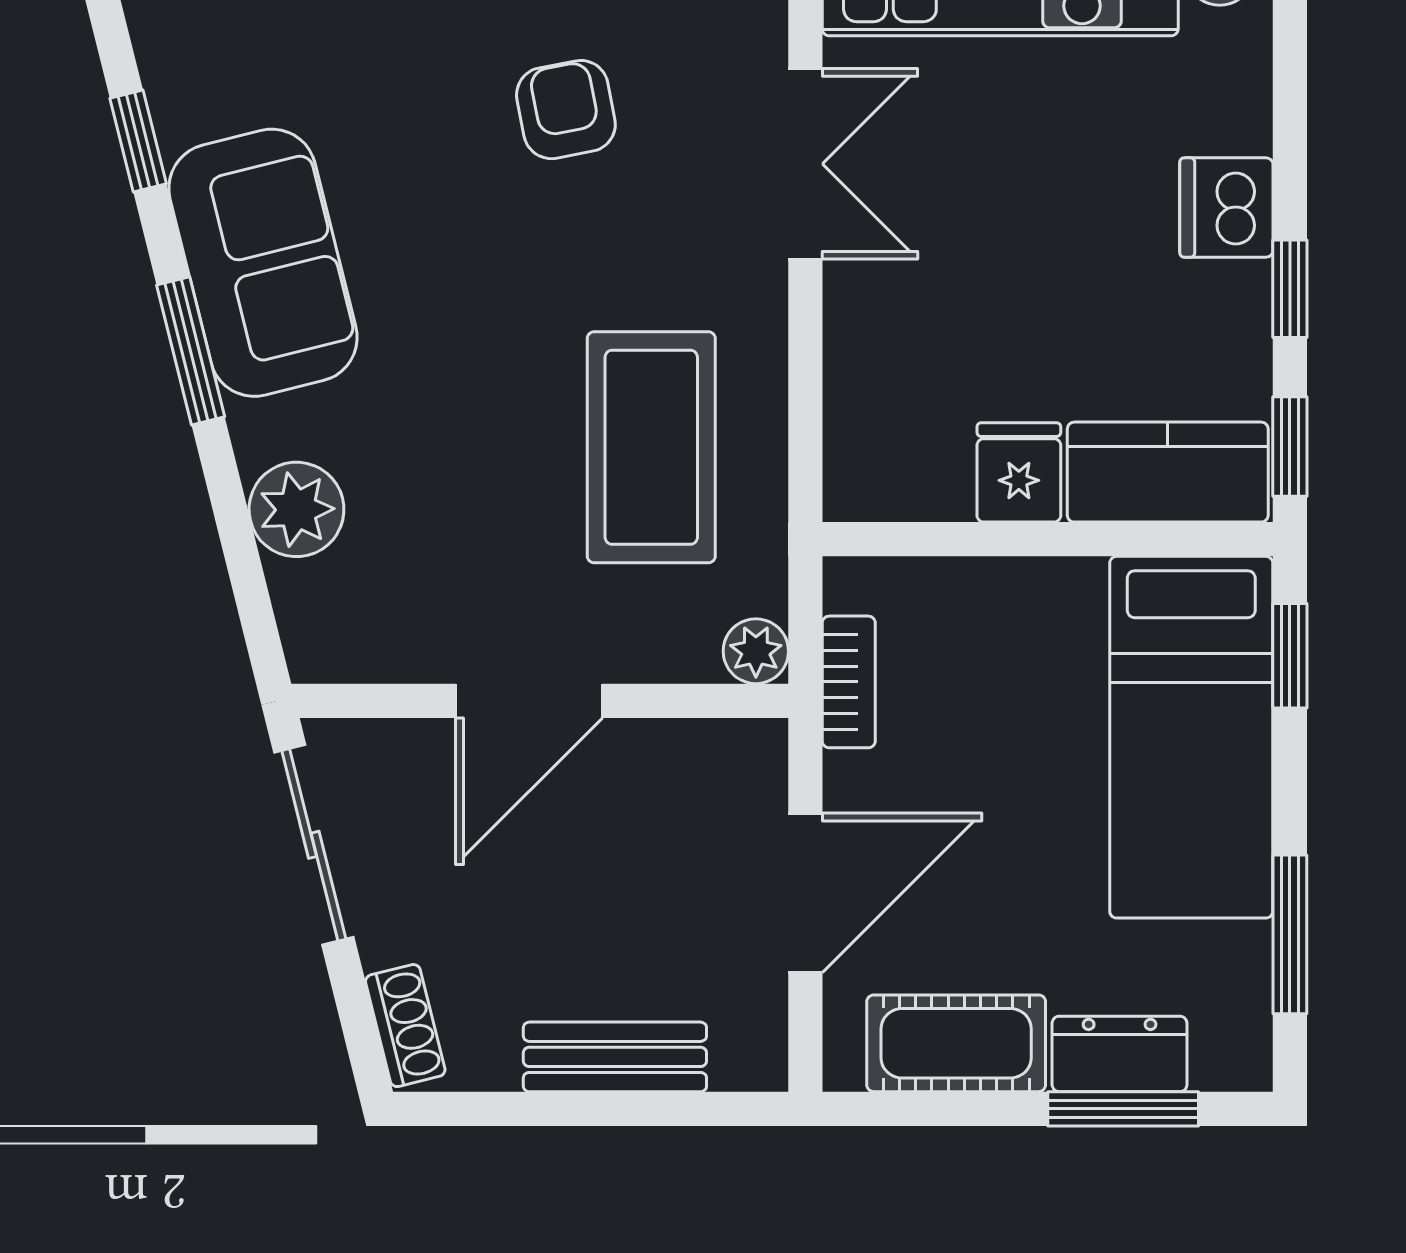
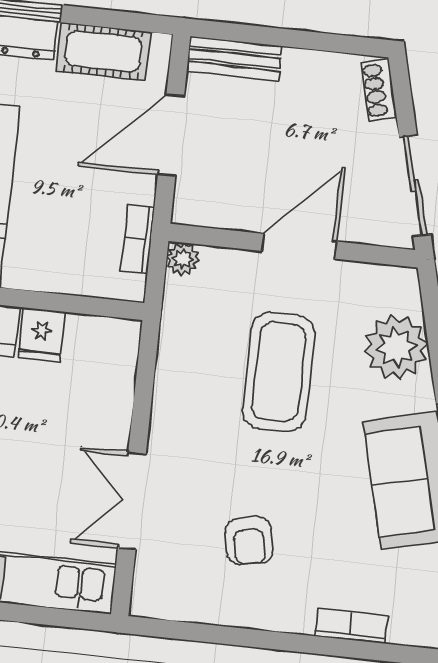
coffee table: (651, 447) -> (279, 372), moved
plant: (296, 509) -> (396, 347), width x1.36, depth x1.36
bench: (615, 1057) -> (234, 59), moved

